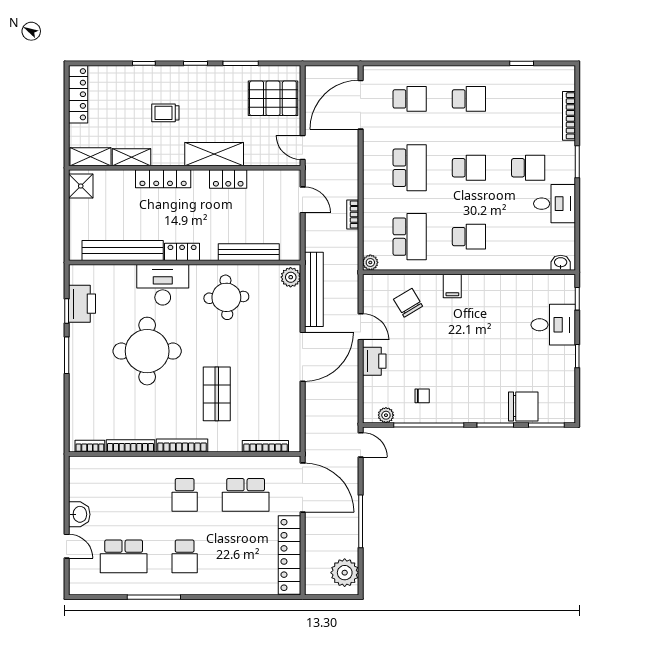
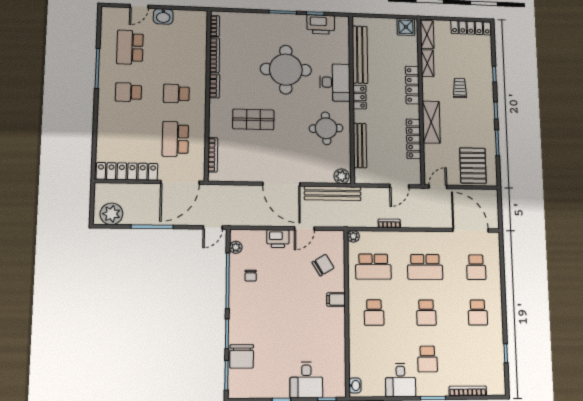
locker: (228, 179) -> (414, 139), width x1.53
bookcase: (182, 445) -> (214, 86), width x0.64

